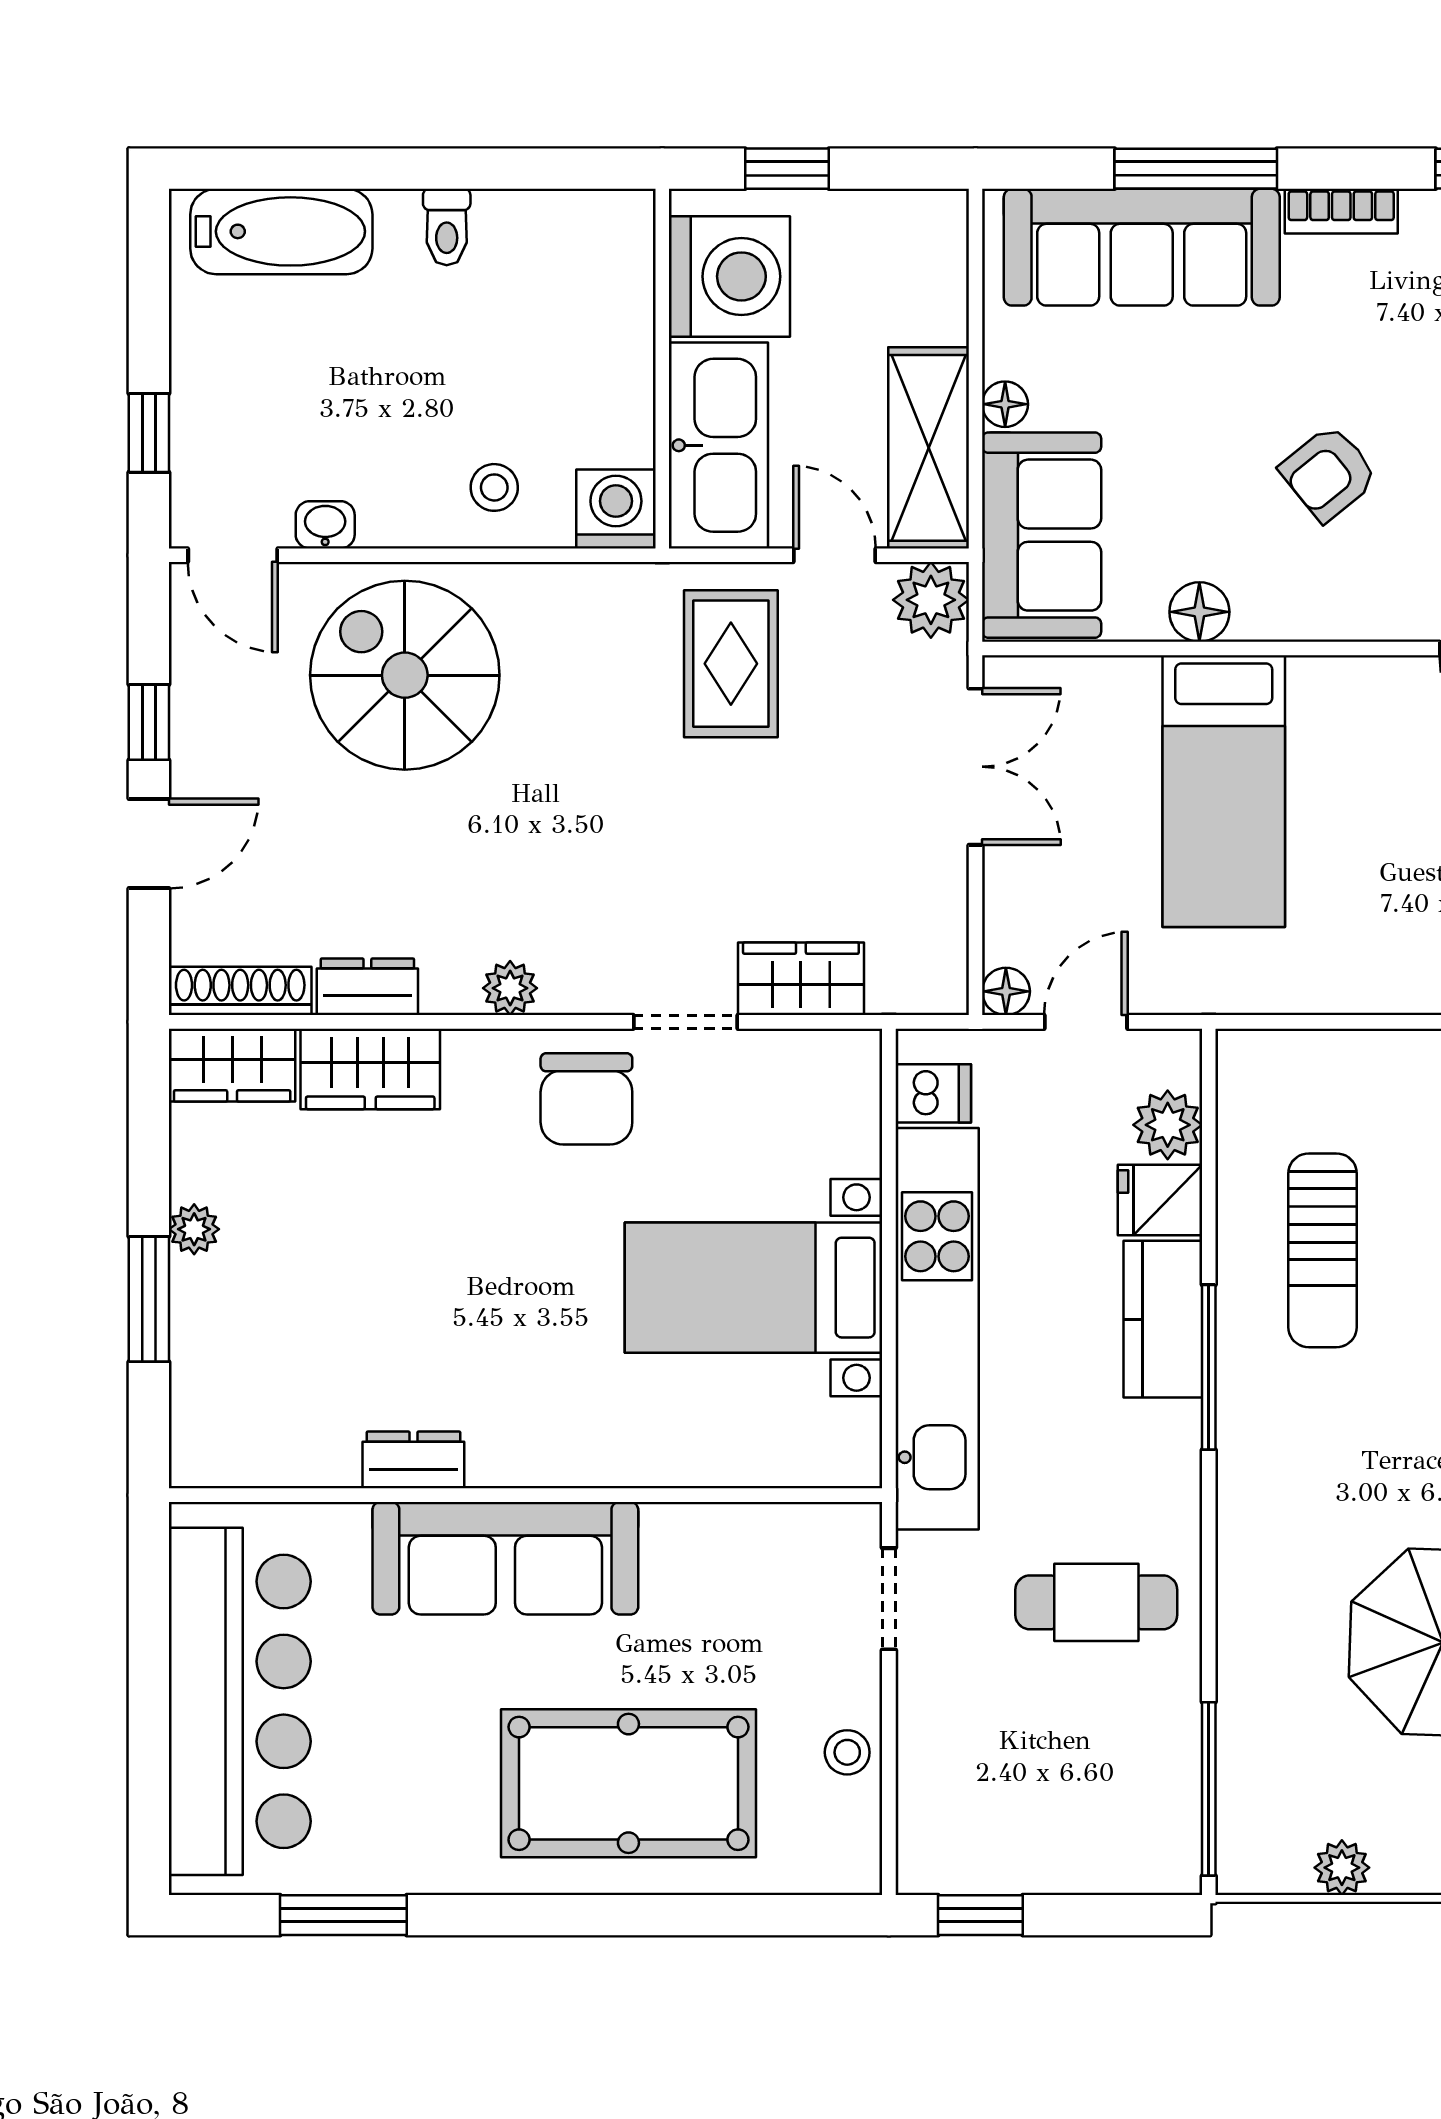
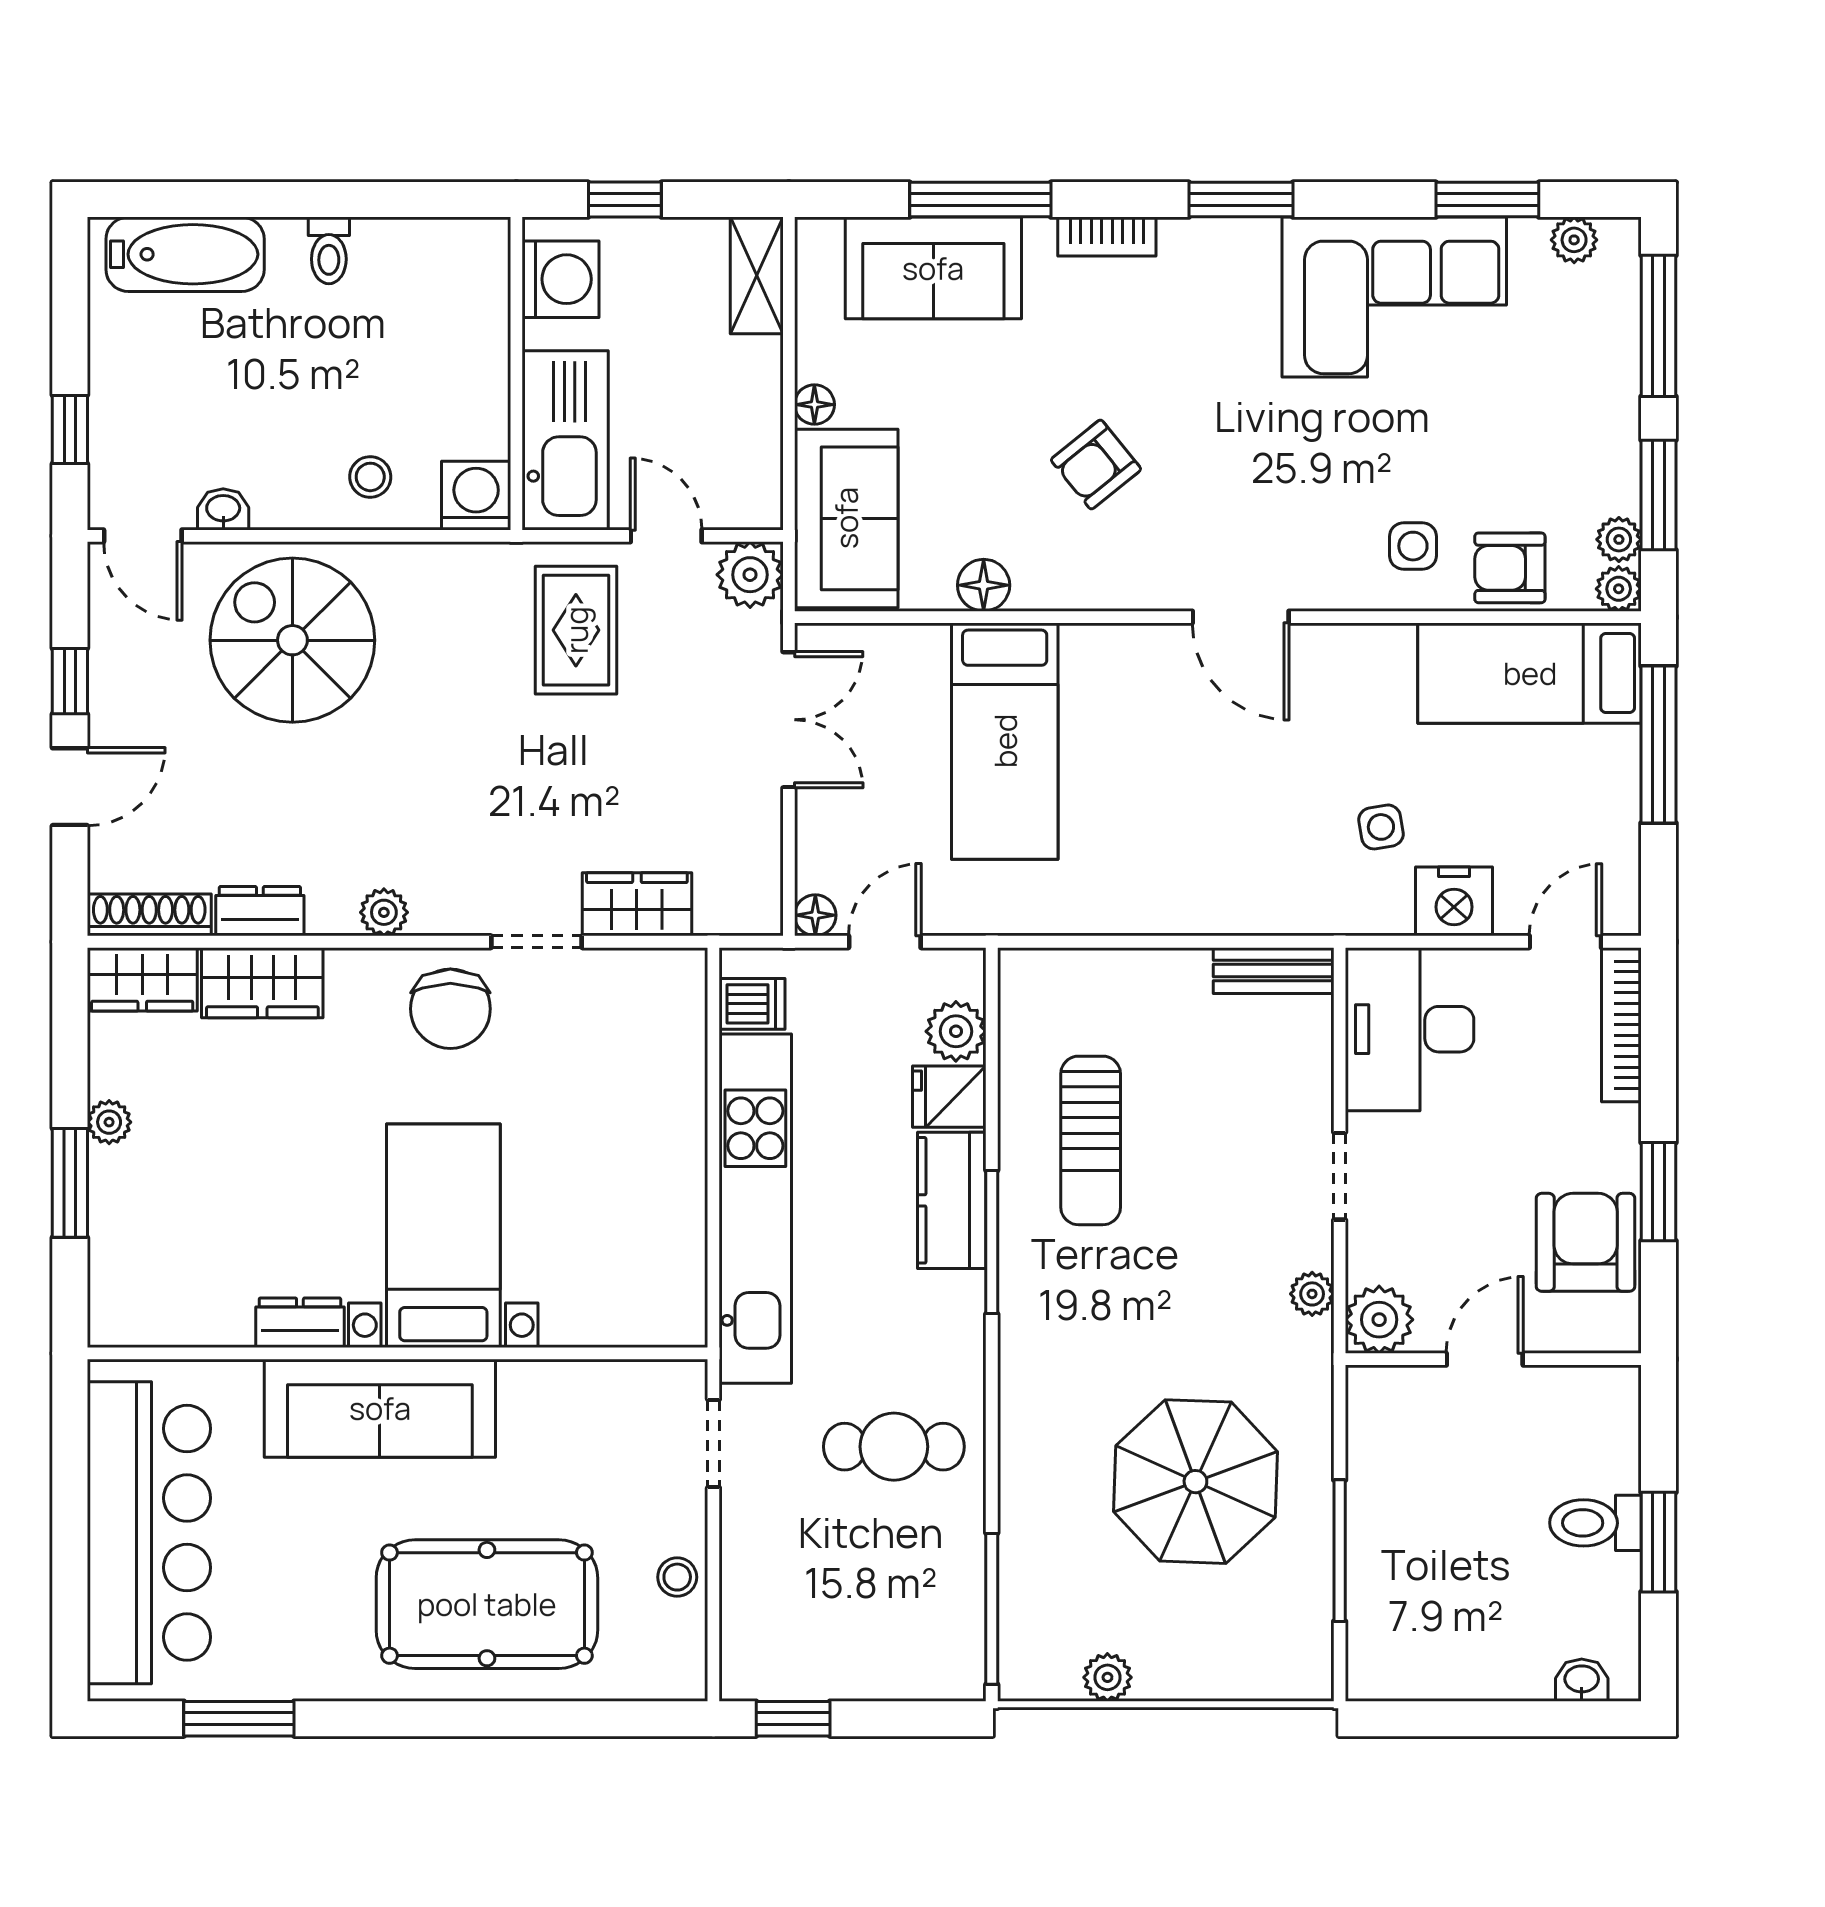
sofa: (1142, 247) -> (933, 268), width x0.73
washing machine: (729, 276) -> (560, 279), width x0.73, depth x0.73
shelving: (929, 448) -> (757, 275), moved, width x0.67, depth x0.75
bed with nightstands: (754, 1288) -> (443, 1236), moved, turned 90

